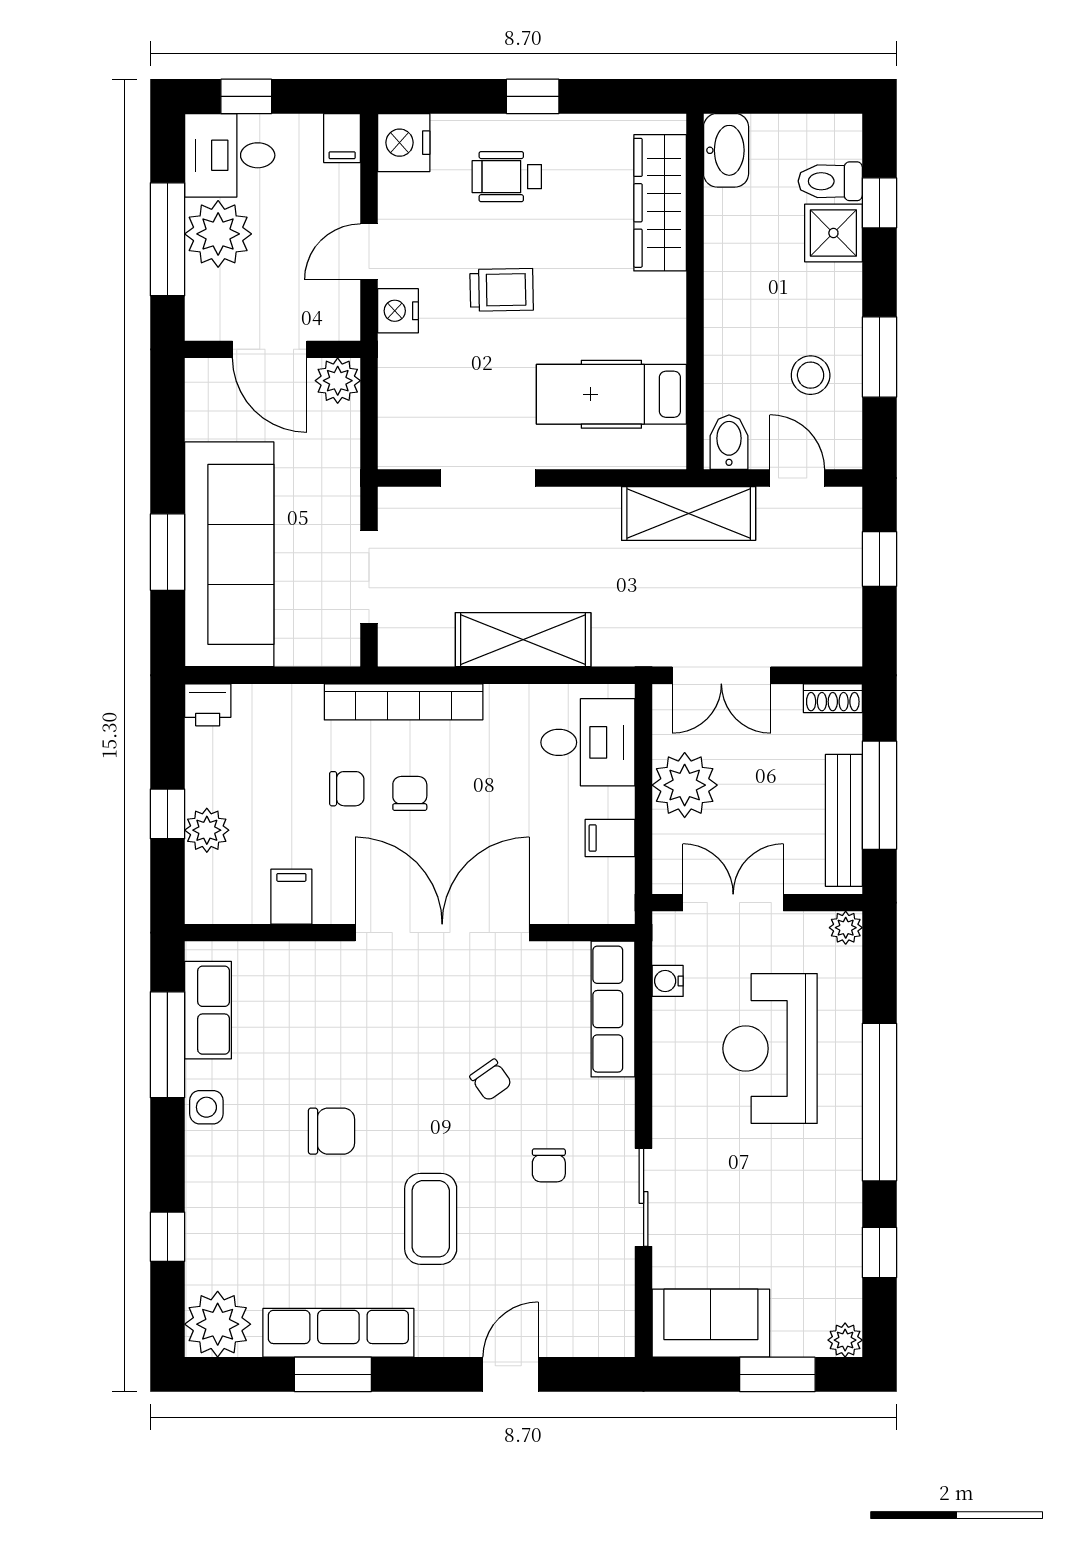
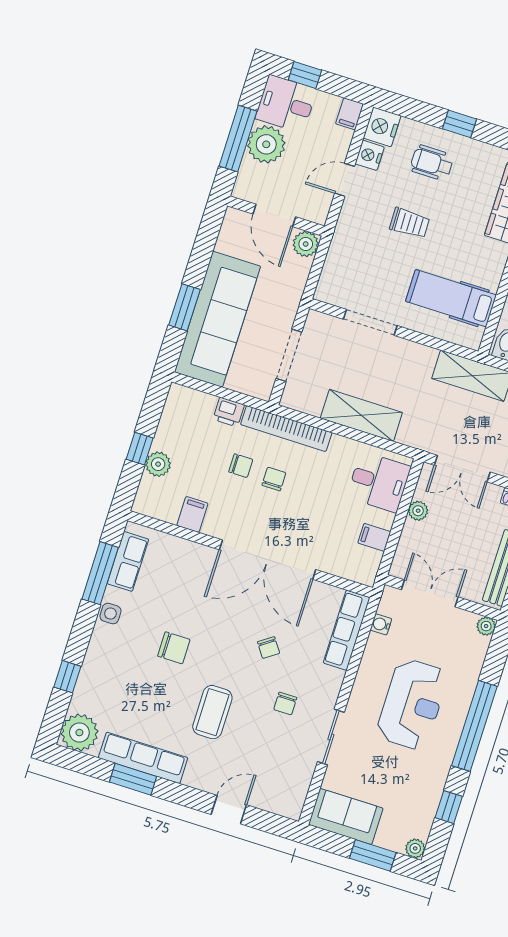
nightstand: (398, 311) -> (370, 155), moved
printer: (208, 705) -> (229, 412), moved
plant: (685, 785) -> (418, 511), width x0.53, depth x0.53
double door: (442, 933) -> (268, 560), swing flipped
reception desk: (770, 1049) -> (412, 704), moved, turned 180

